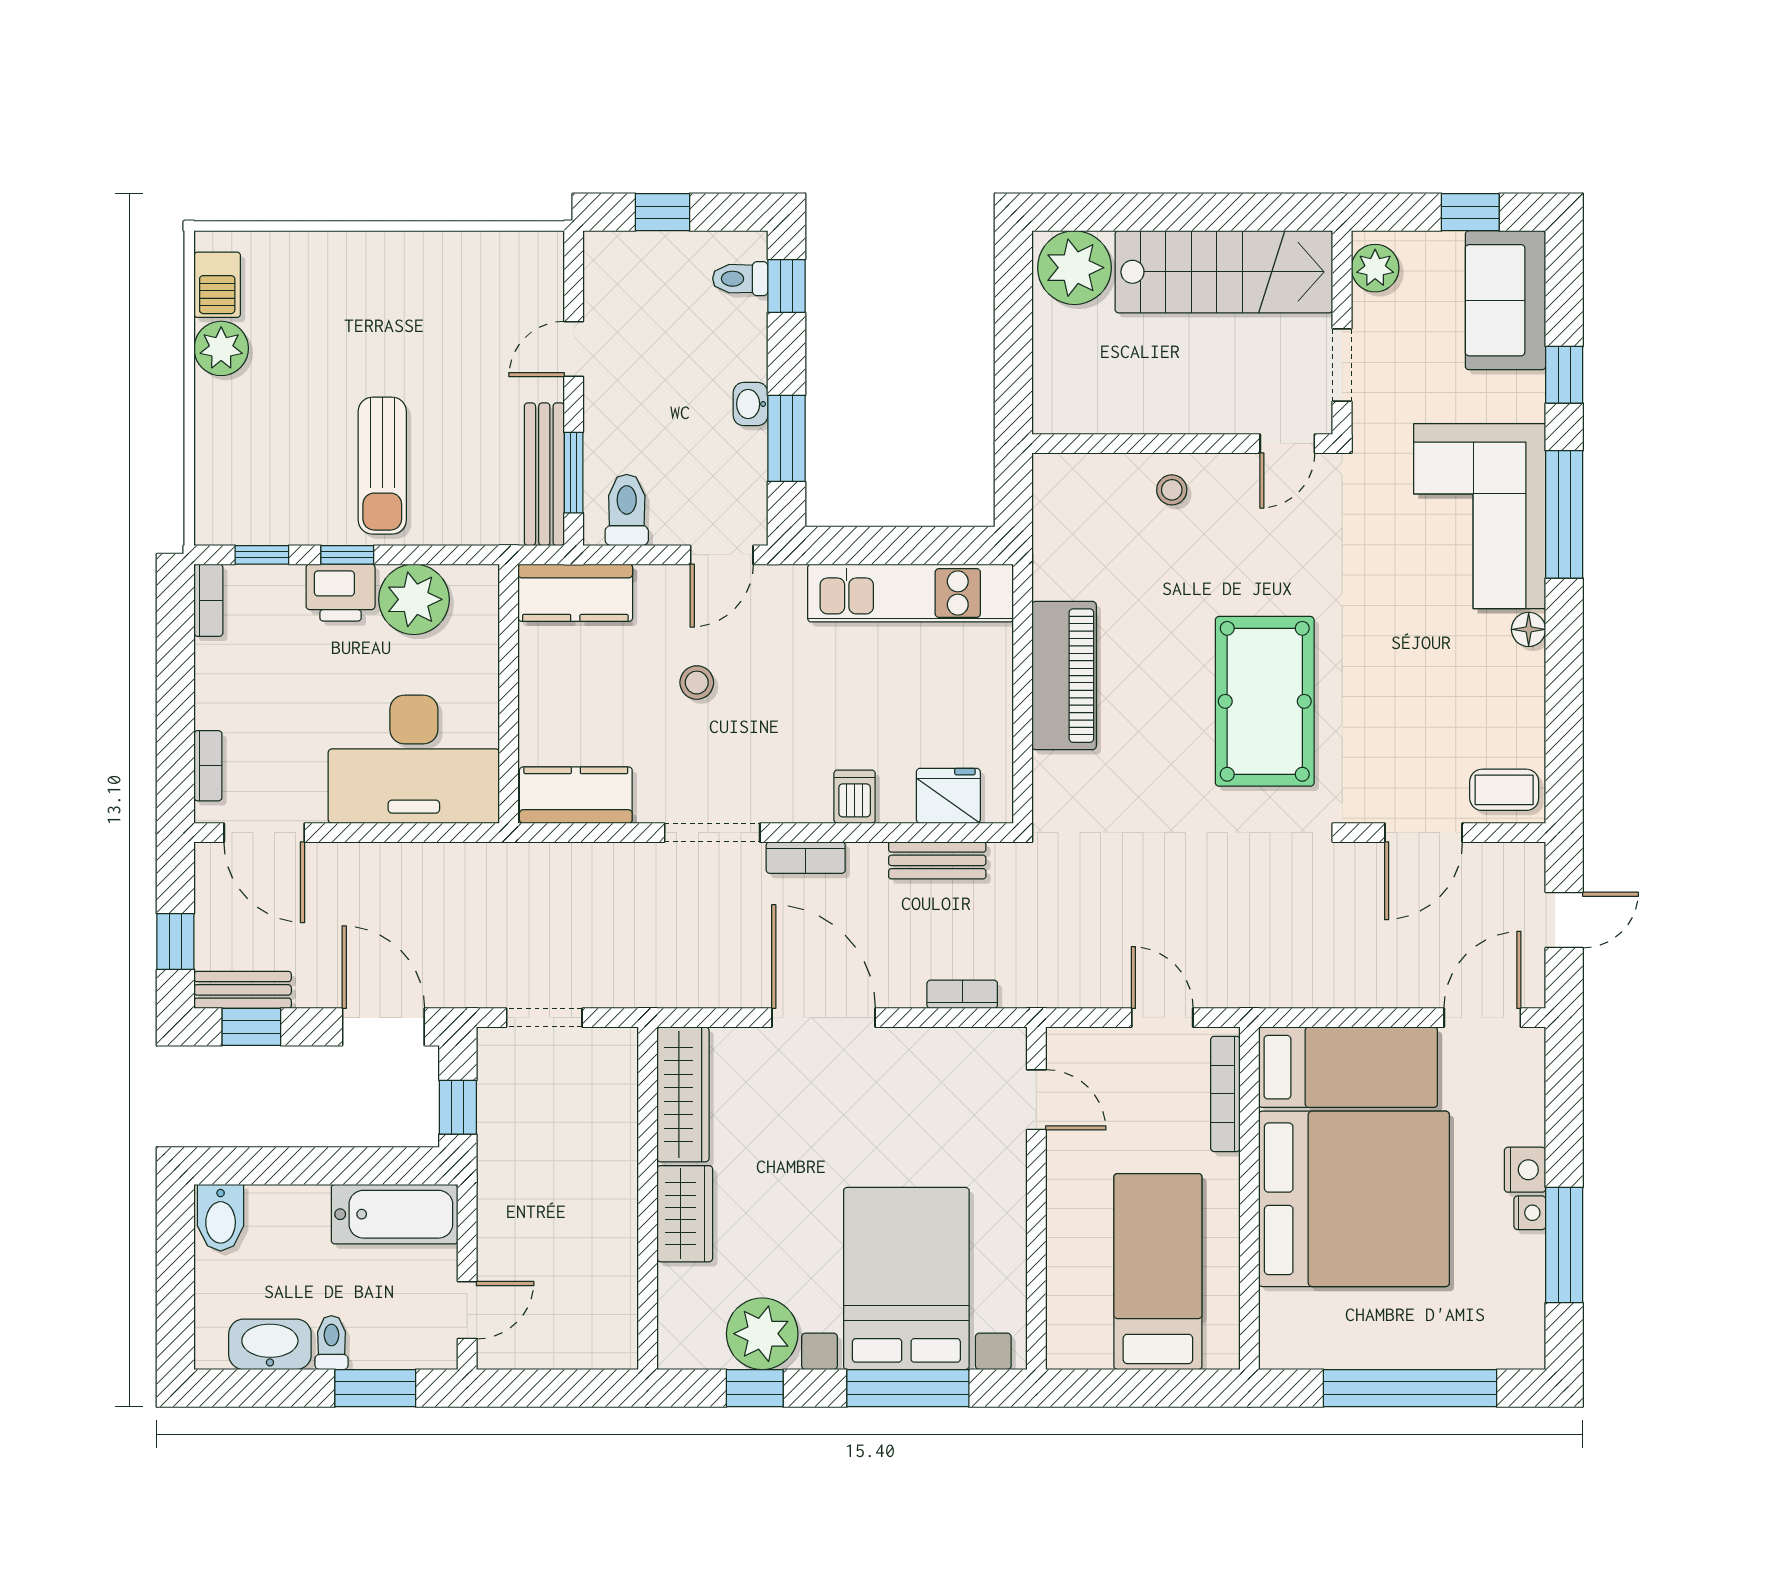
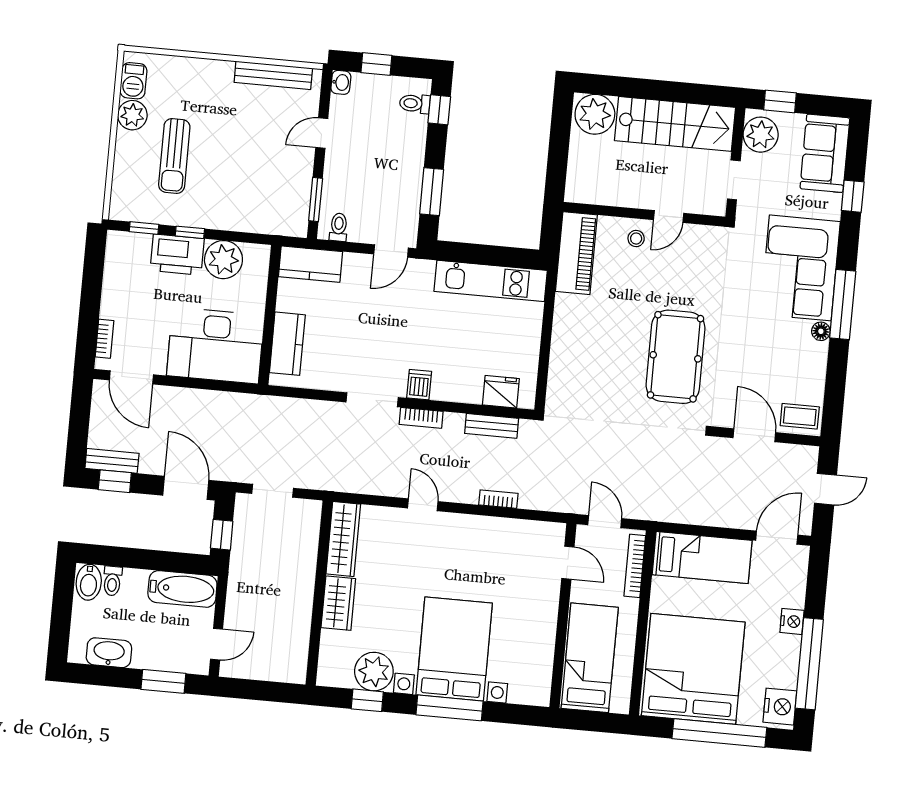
window: (1470, 212) -> (780, 101), moved
plant: (1375, 268) -> (761, 135), width x1.36, depth x1.36
washbasin: (751, 404) -> (341, 82), moved, turned 180
door: (1287, 444) -> (669, 217), moved
sun lounger: (382, 466) -> (174, 156), moved
bench: (544, 474) -> (273, 75), moved, turned 90
toilet: (627, 510) -> (339, 227), width x0.73, depth x0.72
window: (1564, 514) -> (843, 304), moved
printer: (341, 593) -> (177, 255), width x1.37, depth x1.19
bookcase: (208, 600) -> (113, 250), removed
piano: (1064, 676) -> (576, 253), moved
stool: (697, 683) -> (371, 318), removed
kitchen counter: (576, 795) -> (287, 344), moved, turned 90
dishwasher: (855, 797) -> (419, 385), moved
door: (1424, 833) -> (754, 435), swing flipped
window: (175, 941) -> (78, 431), removed
door: (824, 1018) -> (423, 505), width x0.53
door: (1036, 1100) -> (568, 563), moved
wall: (1036, 1198) -> (563, 616), moved
bed: (1354, 1199) -> (693, 669), moved, turned -90
nightstand: (1530, 1213) -> (780, 707), moved, width x1.89, depth x1.79
window: (1564, 1245) -> (809, 664), width x1.46
toilet: (331, 1343) -> (112, 581), moved, turned 180

